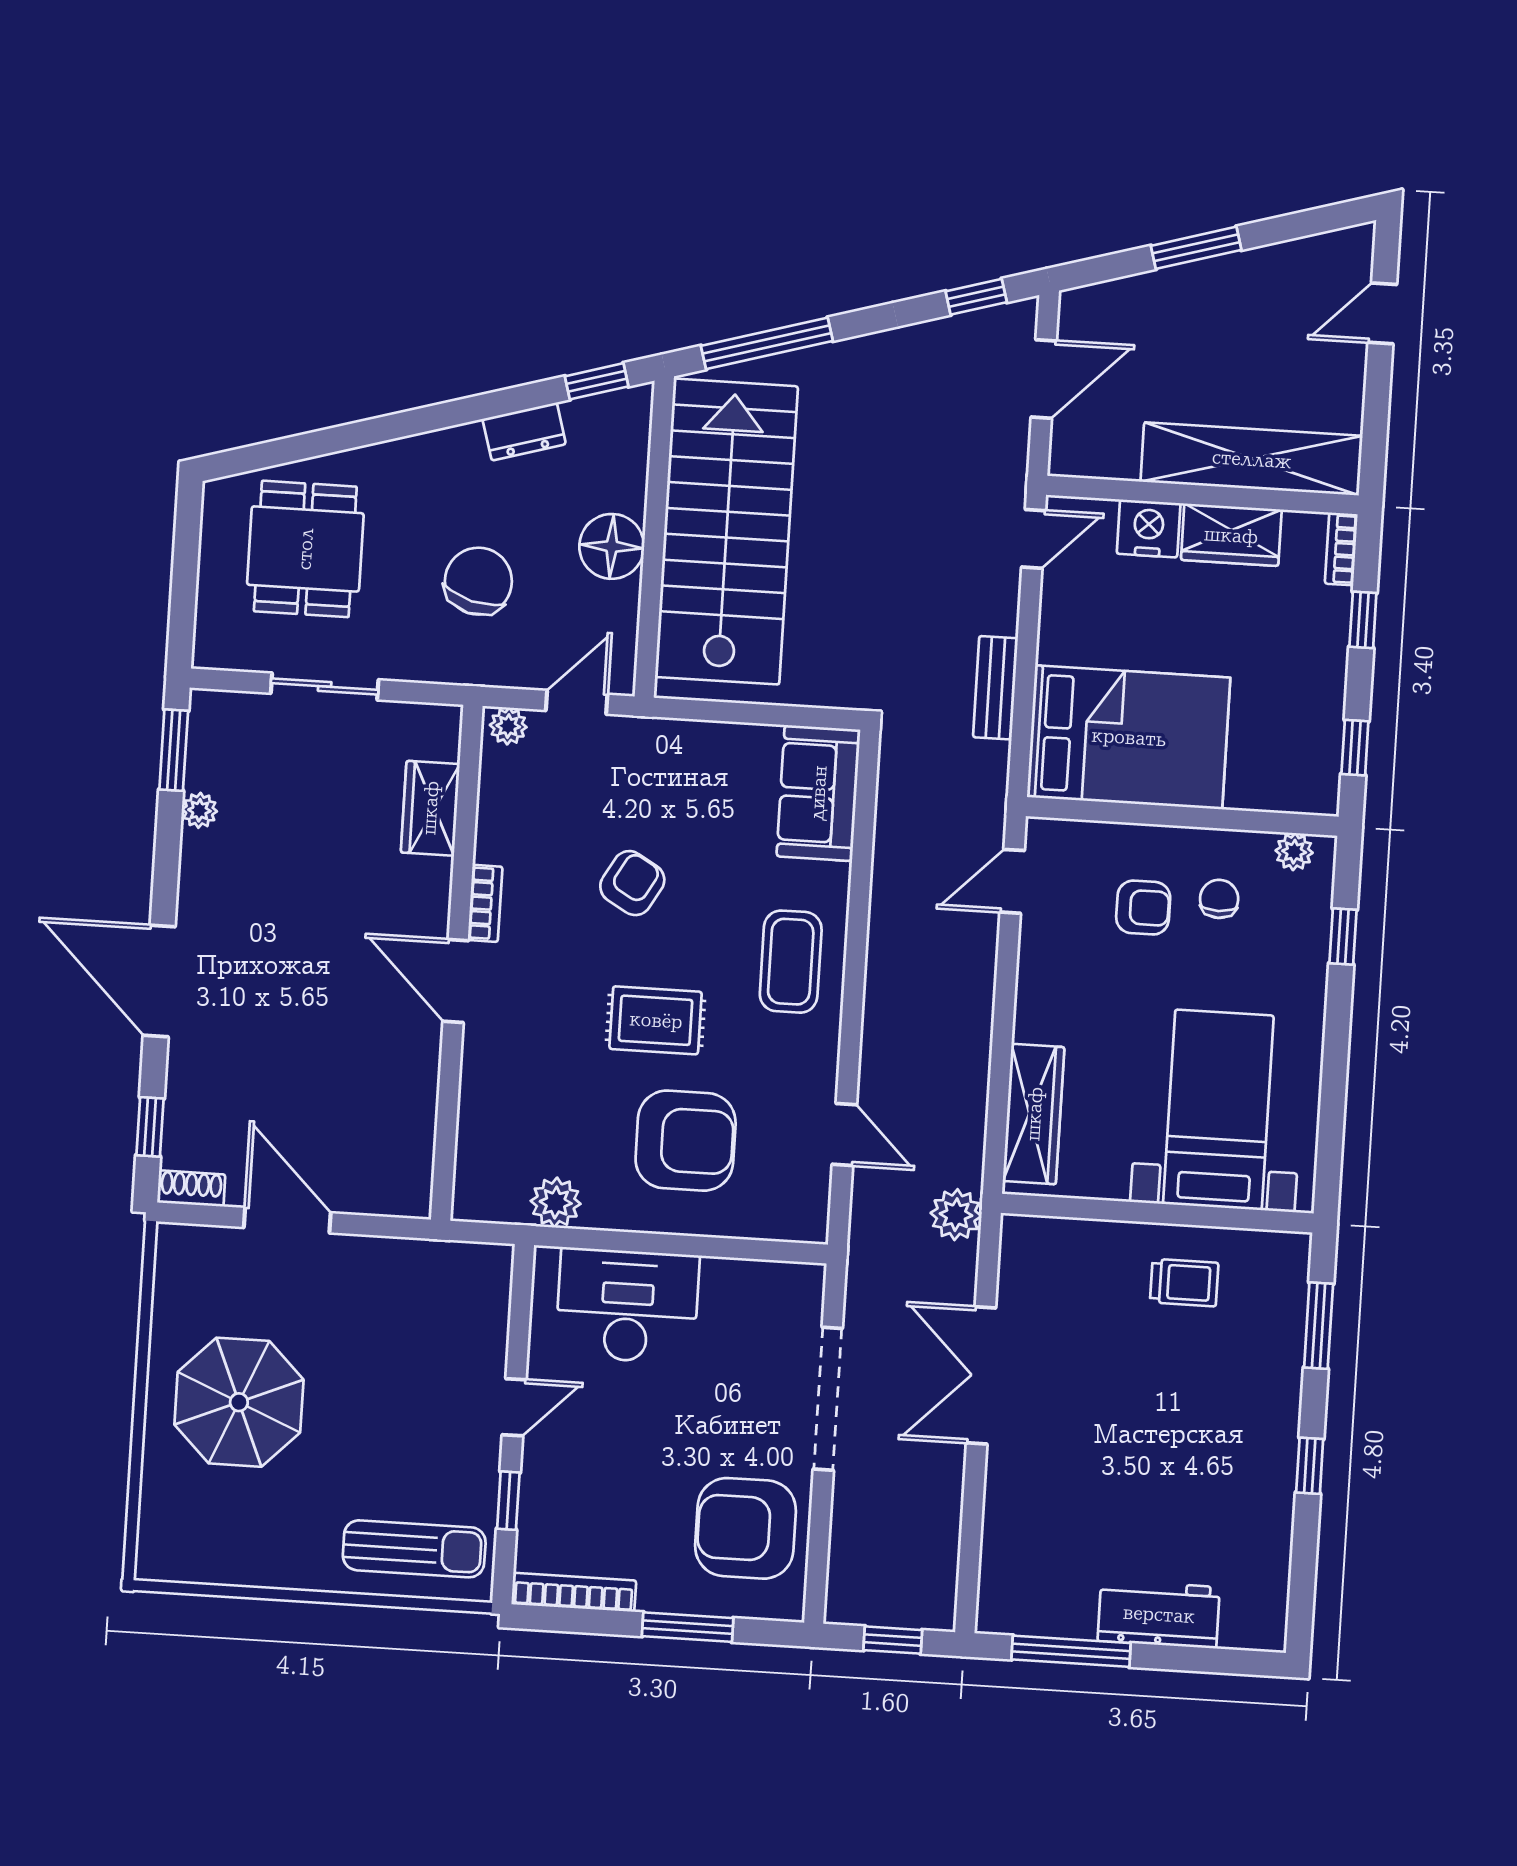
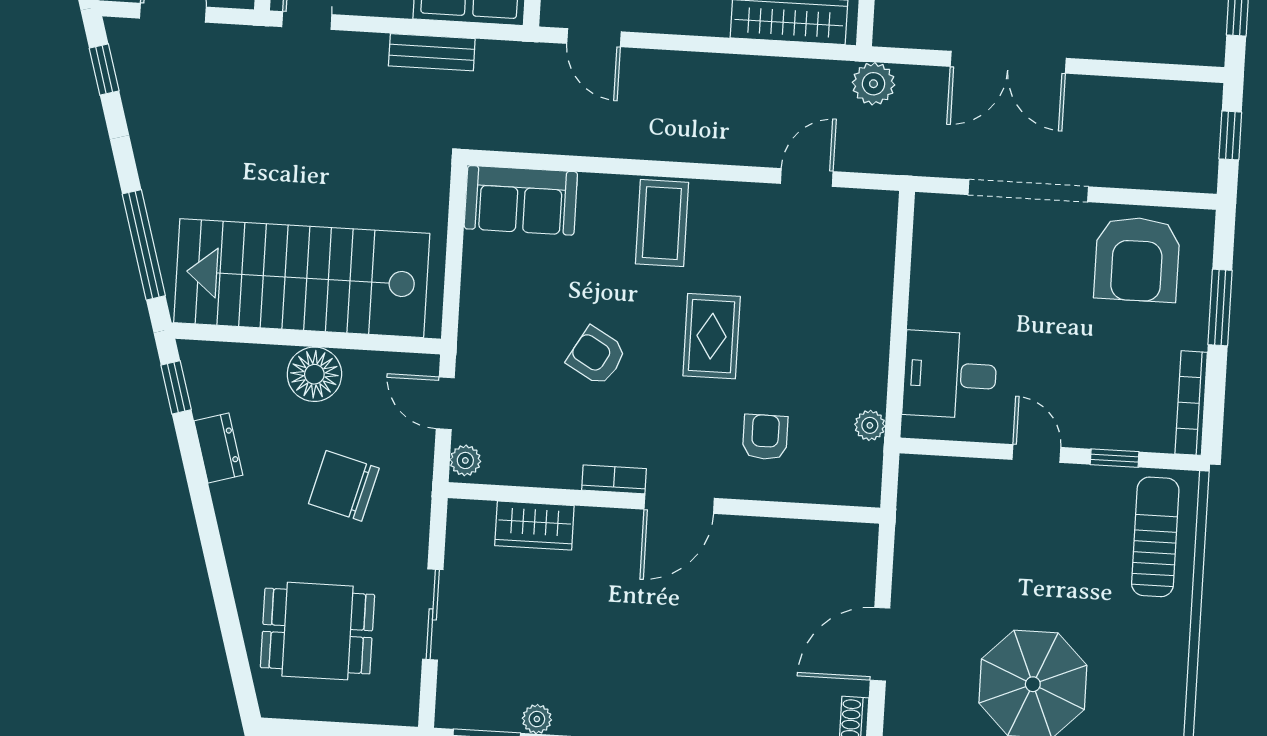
coffee table: (791, 962) -> (662, 223), turned 90
armchair: (686, 1141) -> (765, 437), moved, width x0.53, depth x0.53
plant: (556, 1202) -> (870, 425), width x0.73, depth x0.73
desk: (627, 1306) -> (950, 375), width x0.73

